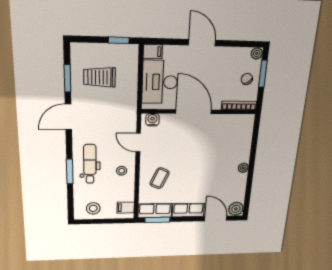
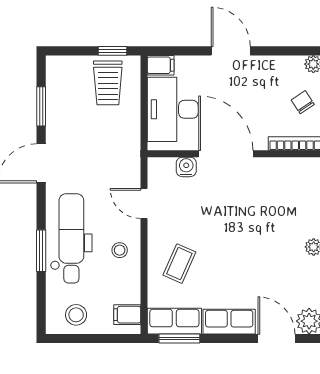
trolley: (100, 77) -> (108, 83), moved, turned -90
water cooler: (152, 120) -> (186, 167), moved
dental chair: (90, 164) -> (71, 238), width x1.36, depth x1.38

